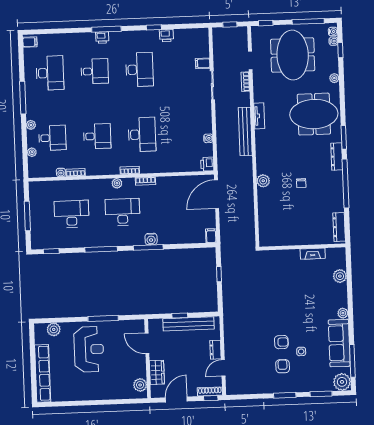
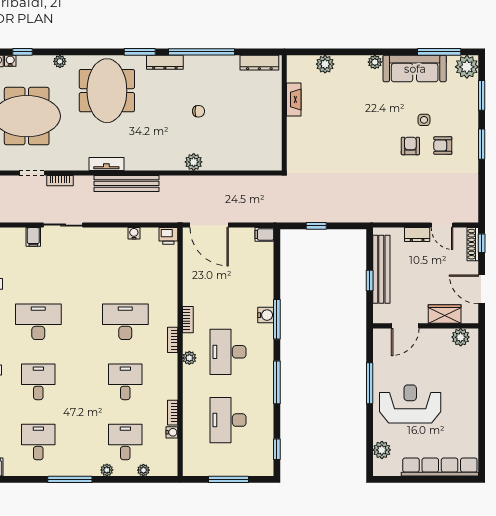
desk: (50, 73) -> (38, 442), width x0.73

